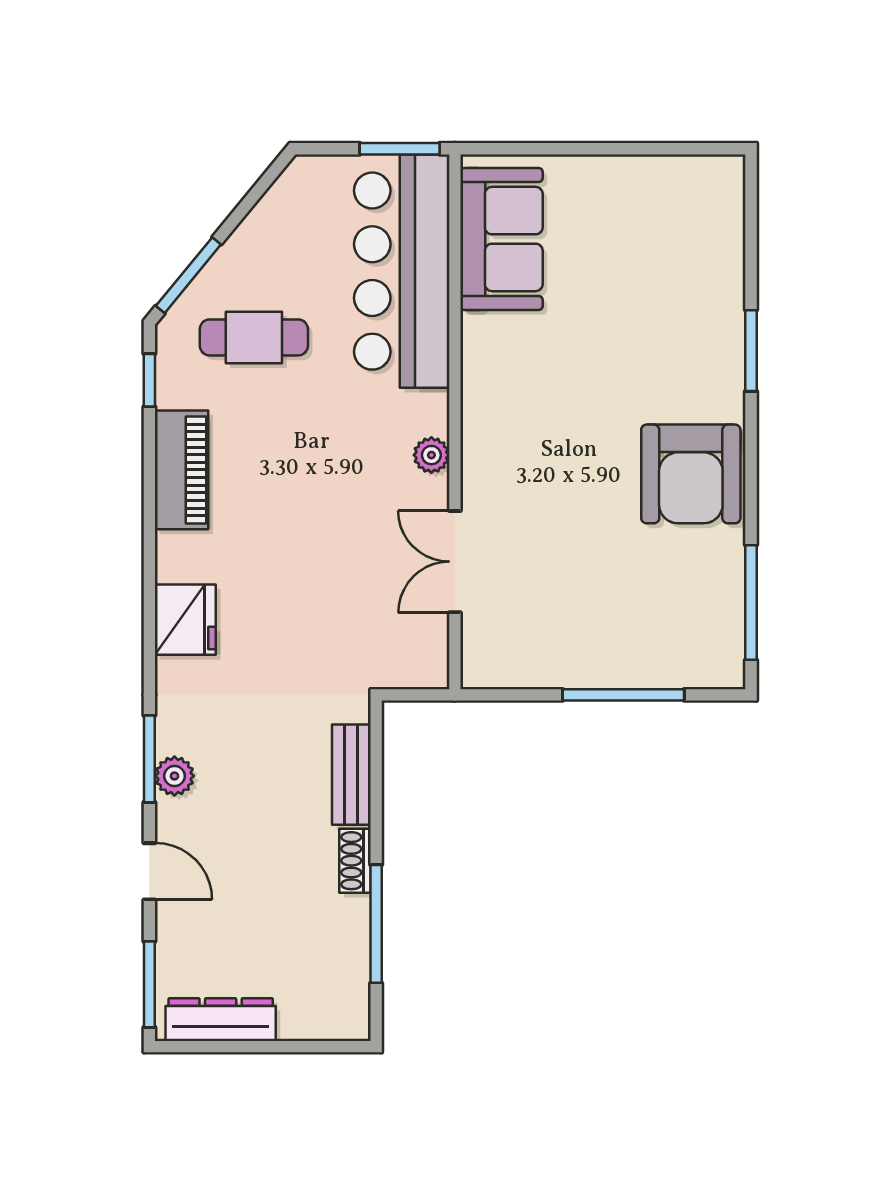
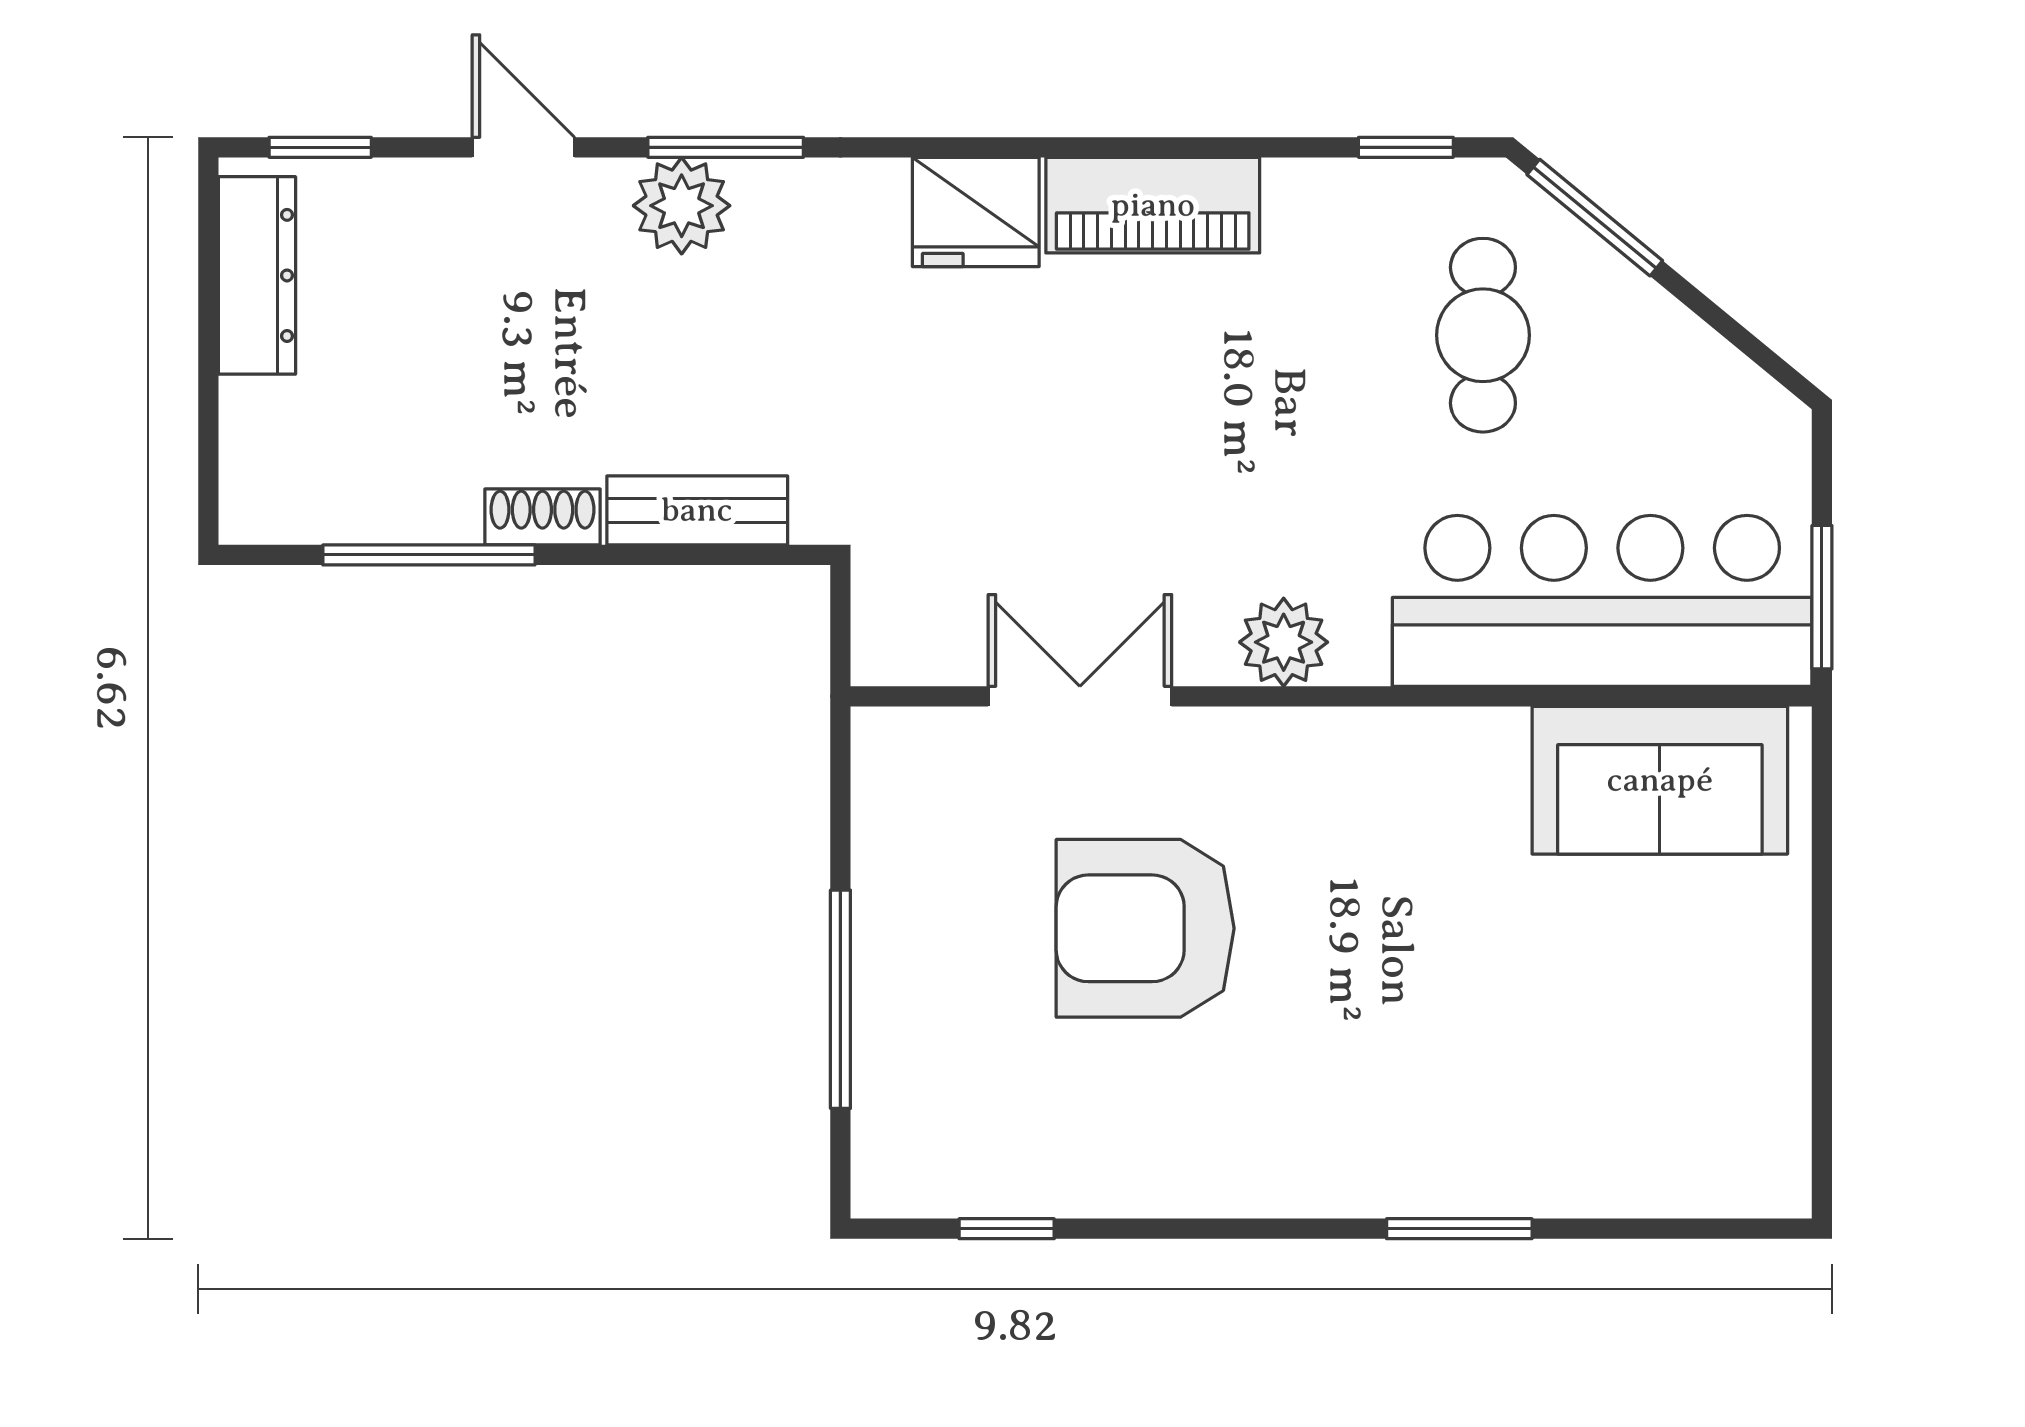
plant: (431, 455) -> (1284, 642), width x1.38, depth x1.38
piano: (182, 470) -> (1153, 205), moved
armchair: (691, 474) -> (1145, 928), moved
window: (751, 602) -> (1007, 1229), width x0.46
plant: (174, 776) -> (682, 206), width x1.38, depth x1.38
door: (149, 871) -> (523, 147), swing flipped
window: (149, 984) -> (320, 147), width x0.67

